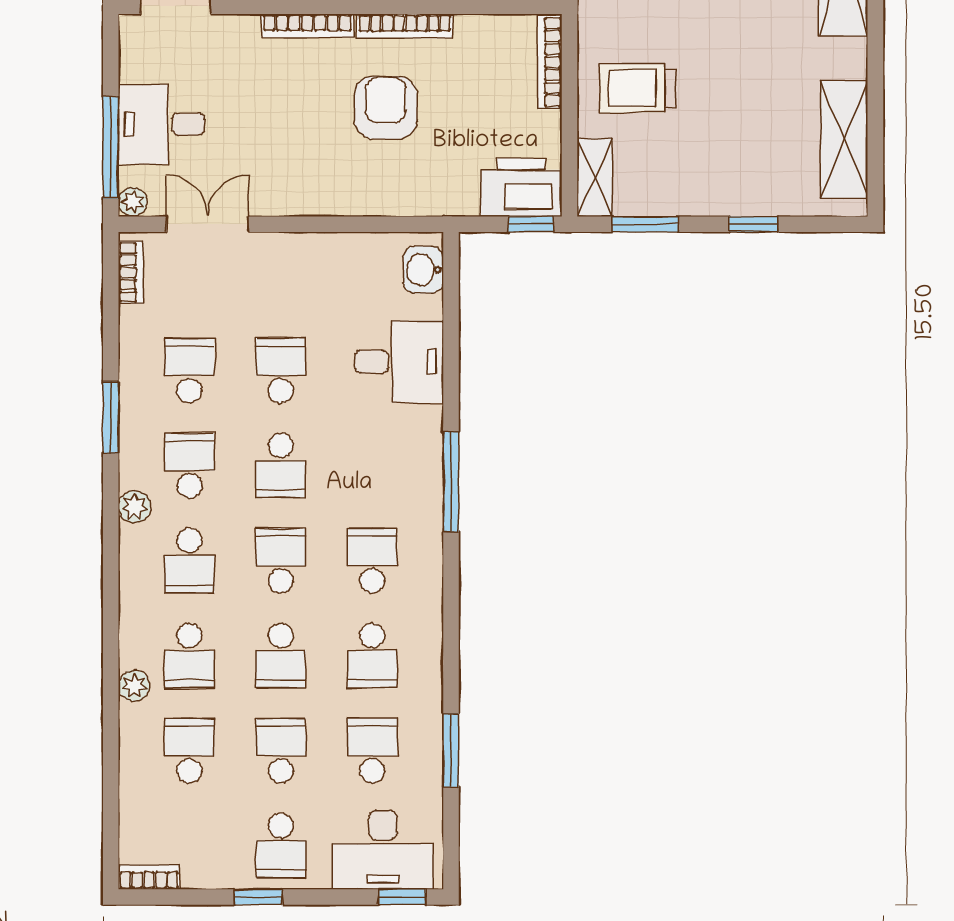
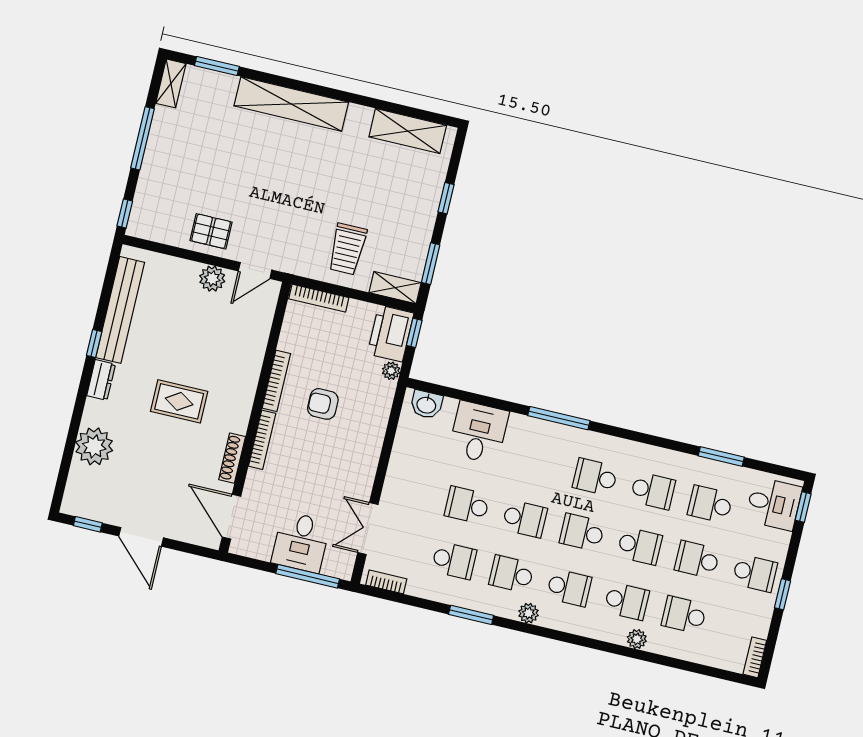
armchair: (386, 107) -> (323, 404), width x0.72, depth x0.72
plant: (133, 202) -> (391, 371), moved
school desk: (189, 371) -> (454, 560), turned 180
desk: (383, 850) -> (774, 504), width x0.73

